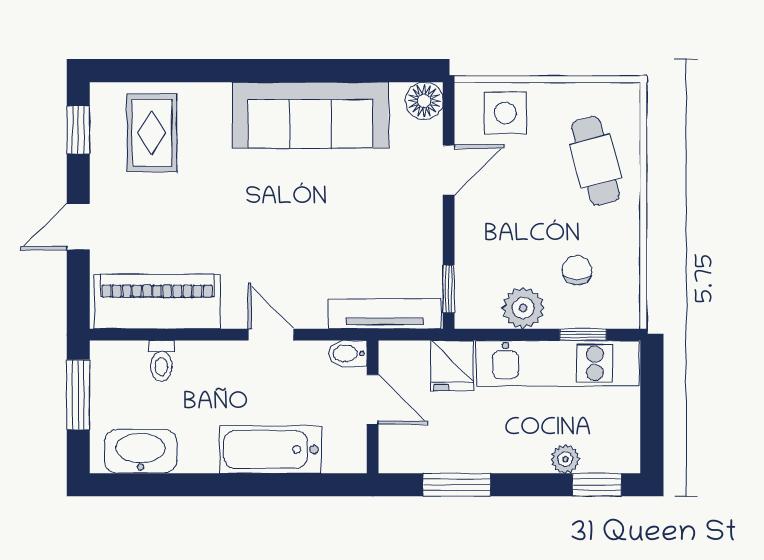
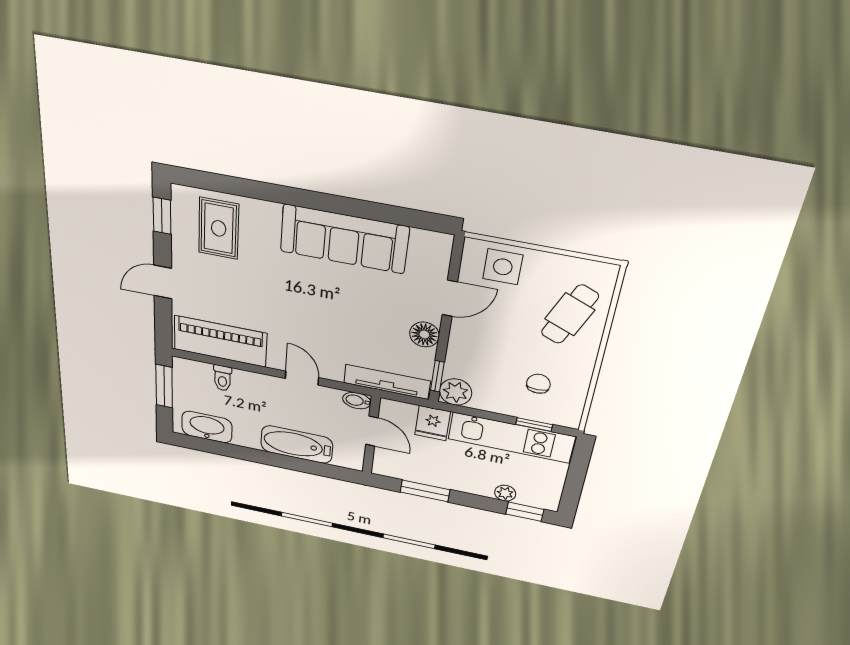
floor lamp: (424, 101) -> (424, 335), moved
cafe table: (595, 161) -> (570, 314), turned 38
plant: (523, 308) -> (456, 392), moved

